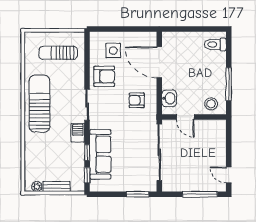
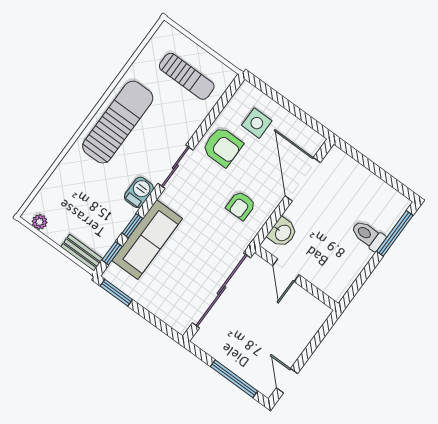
toilet: (215, 44) -> (368, 235), moved
sun lounger: (58, 53) -> (187, 76), turned 180
window: (229, 84) -> (395, 233), moved
armchair: (137, 100) -> (241, 206), turned -90
stool: (211, 104) -> (329, 277), removed
bench: (56, 186) -> (82, 253), moved
window: (138, 194) -> (116, 293), moved

